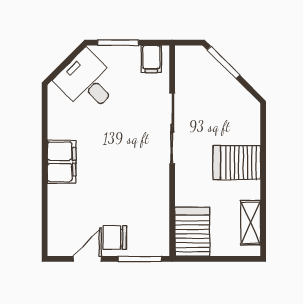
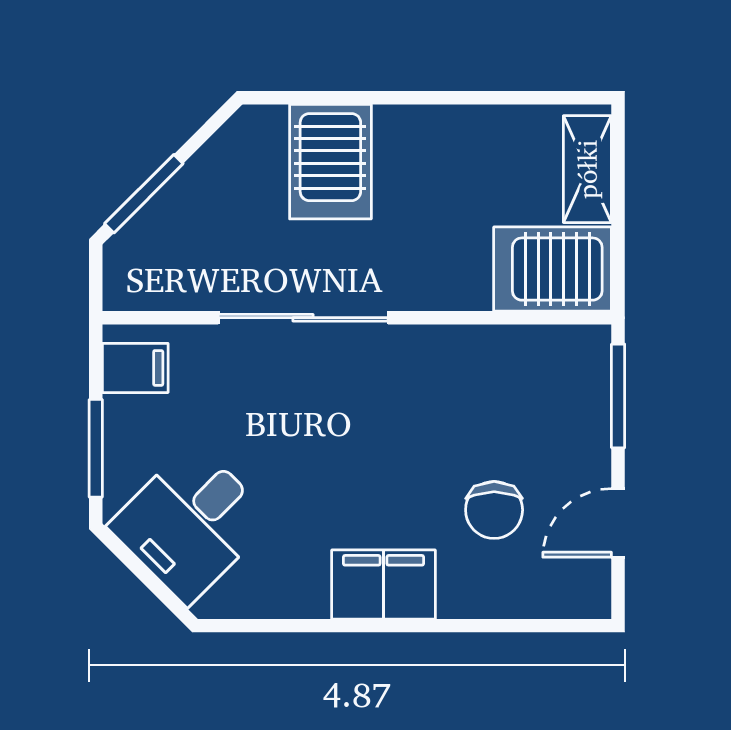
server rack: (237, 163) -> (330, 162), moved
shelving: (251, 223) -> (587, 169), moved, turned 90
chair: (115, 238) -> (494, 510), moved
door: (87, 259) -> (618, 523), hinge flipped

